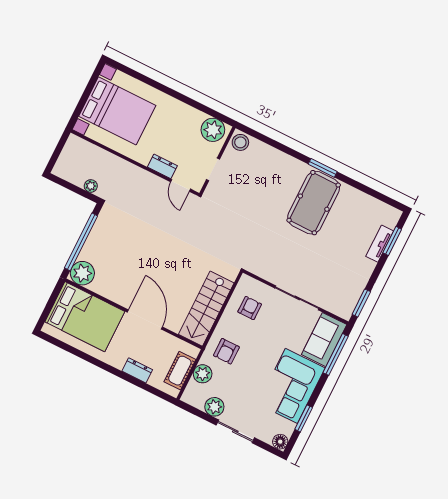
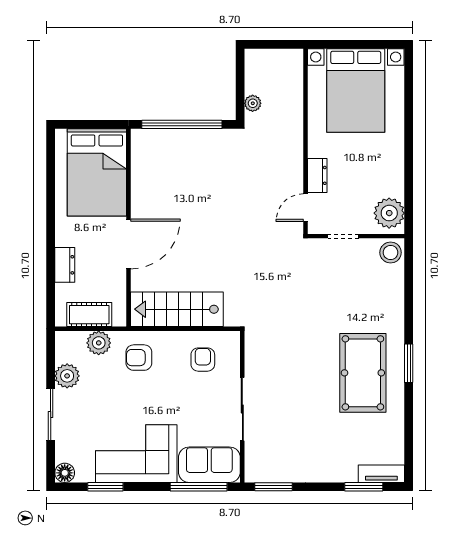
pool table: (314, 203) -> (363, 373), turned 90
tv unit: (380, 244) -> (381, 474), moved
plant: (82, 273) -> (146, 144), removed
armchair: (250, 308) -> (203, 360), turned -90

